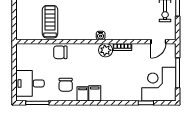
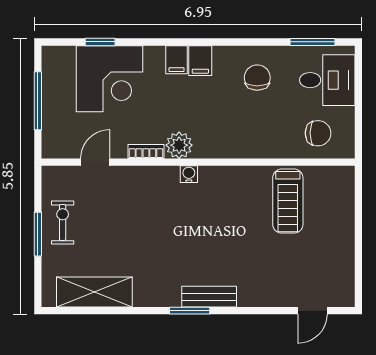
door: (158, 42) -> (95, 162), moved
chair: (60, 52) -> (318, 133), moved
corner desk: (159, 84) -> (109, 79), moved
filing cabinet: (83, 94) -> (177, 60), moved

